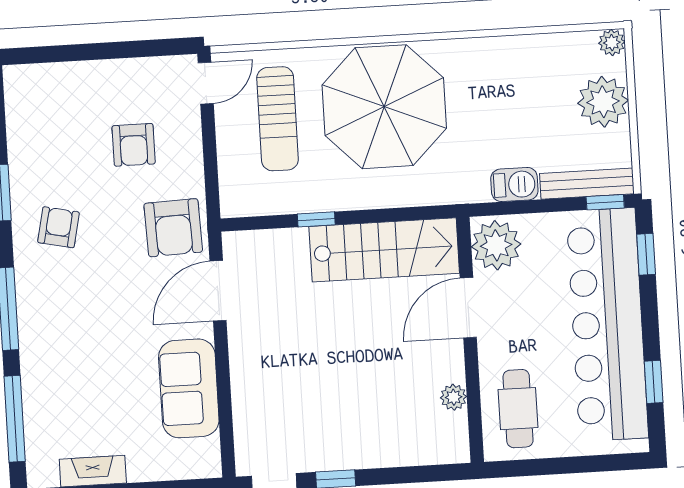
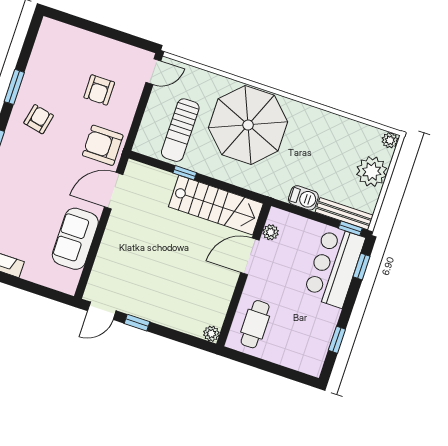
sun lounger: (278, 119) -> (180, 130), moved
armchair: (173, 228) -> (103, 145), turned 92
plant: (496, 245) -> (271, 232), width x0.53, depth x0.53
bar counter: (607, 325) -> (334, 267), width x0.54
plant: (454, 397) -> (211, 334), moved

